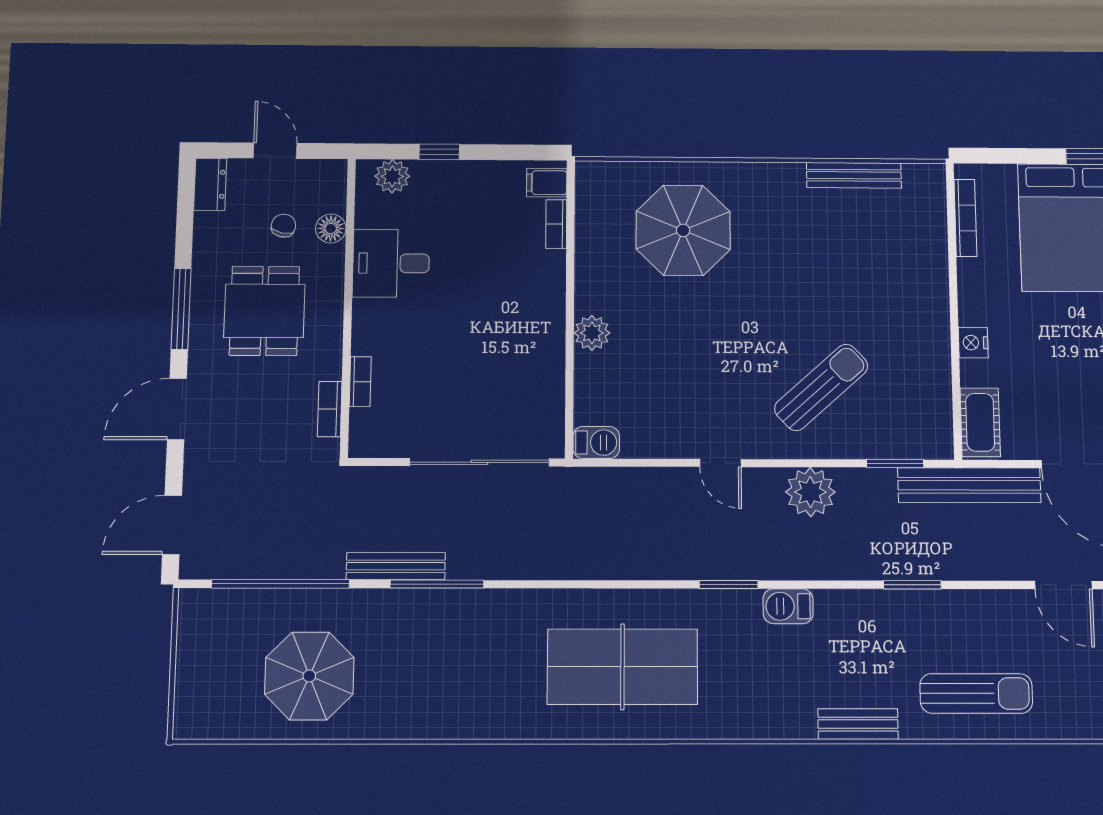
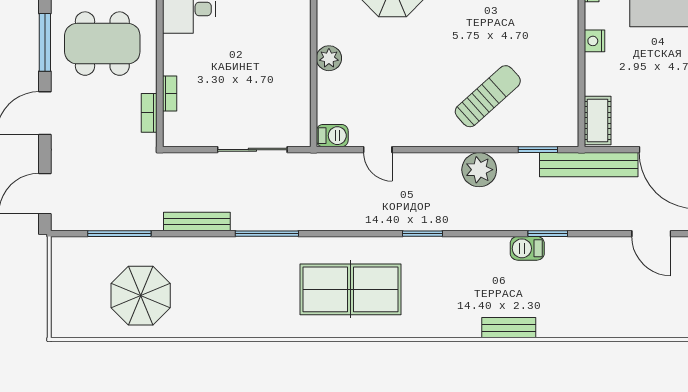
dining table: (264, 311) -> (102, 44), width x1.38
nightstand: (973, 343) -> (594, 41), moved
sliding door: (480, 462) -> (252, 150), width x0.73
door: (720, 463) -> (378, 150), moved
window: (281, 584) -> (119, 234), width x0.68
window: (437, 584) -> (267, 234), moved
barbecue: (788, 606) -> (527, 248), moved
sun lounger: (976, 693) -> (589, 307), removed

